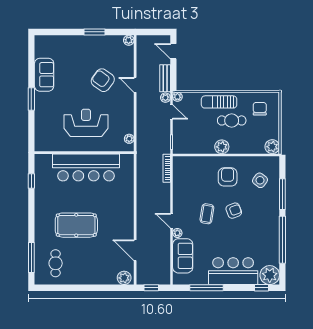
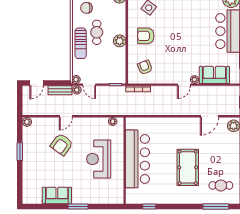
door: (171, 112) -> (89, 85), swing flipped
armchair: (234, 211) -> (145, 67), moved
coffee table: (207, 214) -> (178, 54), removed

